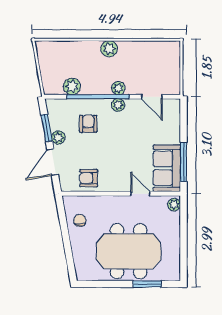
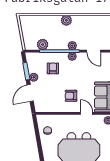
armchair: (89, 178) -> (71, 96), moved

